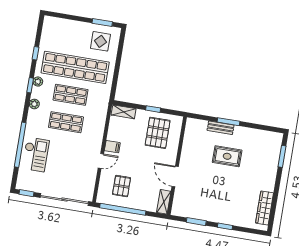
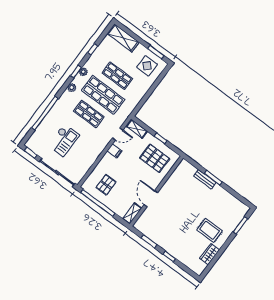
shelving: (61, 25) -> (123, 38), added
shop shelf: (75, 67) -> (117, 76), width x0.50, depth x0.74
shop shelf: (71, 95) -> (103, 95), width x1.43, depth x1.36
pallet: (158, 133) -> (155, 158), turned 90
checkout: (36, 154) -> (64, 140), moved
rug: (227, 156) -> (210, 230), moved
door: (101, 161) -> (118, 134), moved
wardrobe: (265, 208) -> (210, 254), width x0.67

